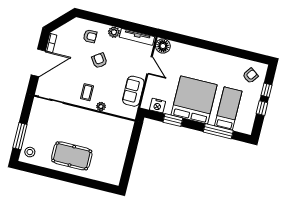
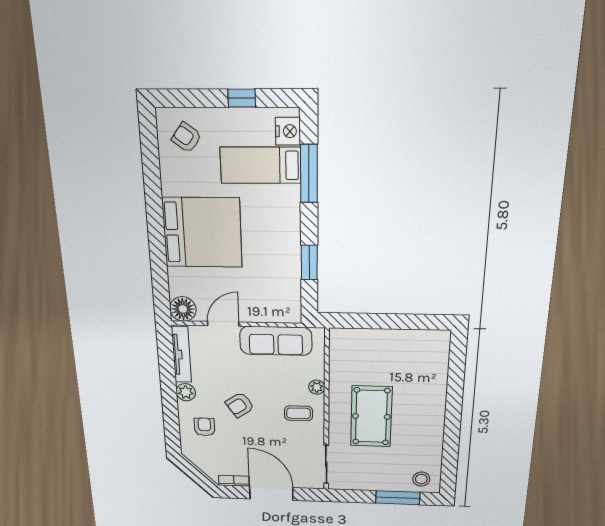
window: (266, 90) -> (204, 98), removed
sofa: (133, 91) -> (276, 341), width x1.36
bed: (194, 100) -> (202, 233), moved, turned 180
nightstand: (157, 106) -> (288, 131), moved
pool table: (72, 156) -> (371, 416), moved

